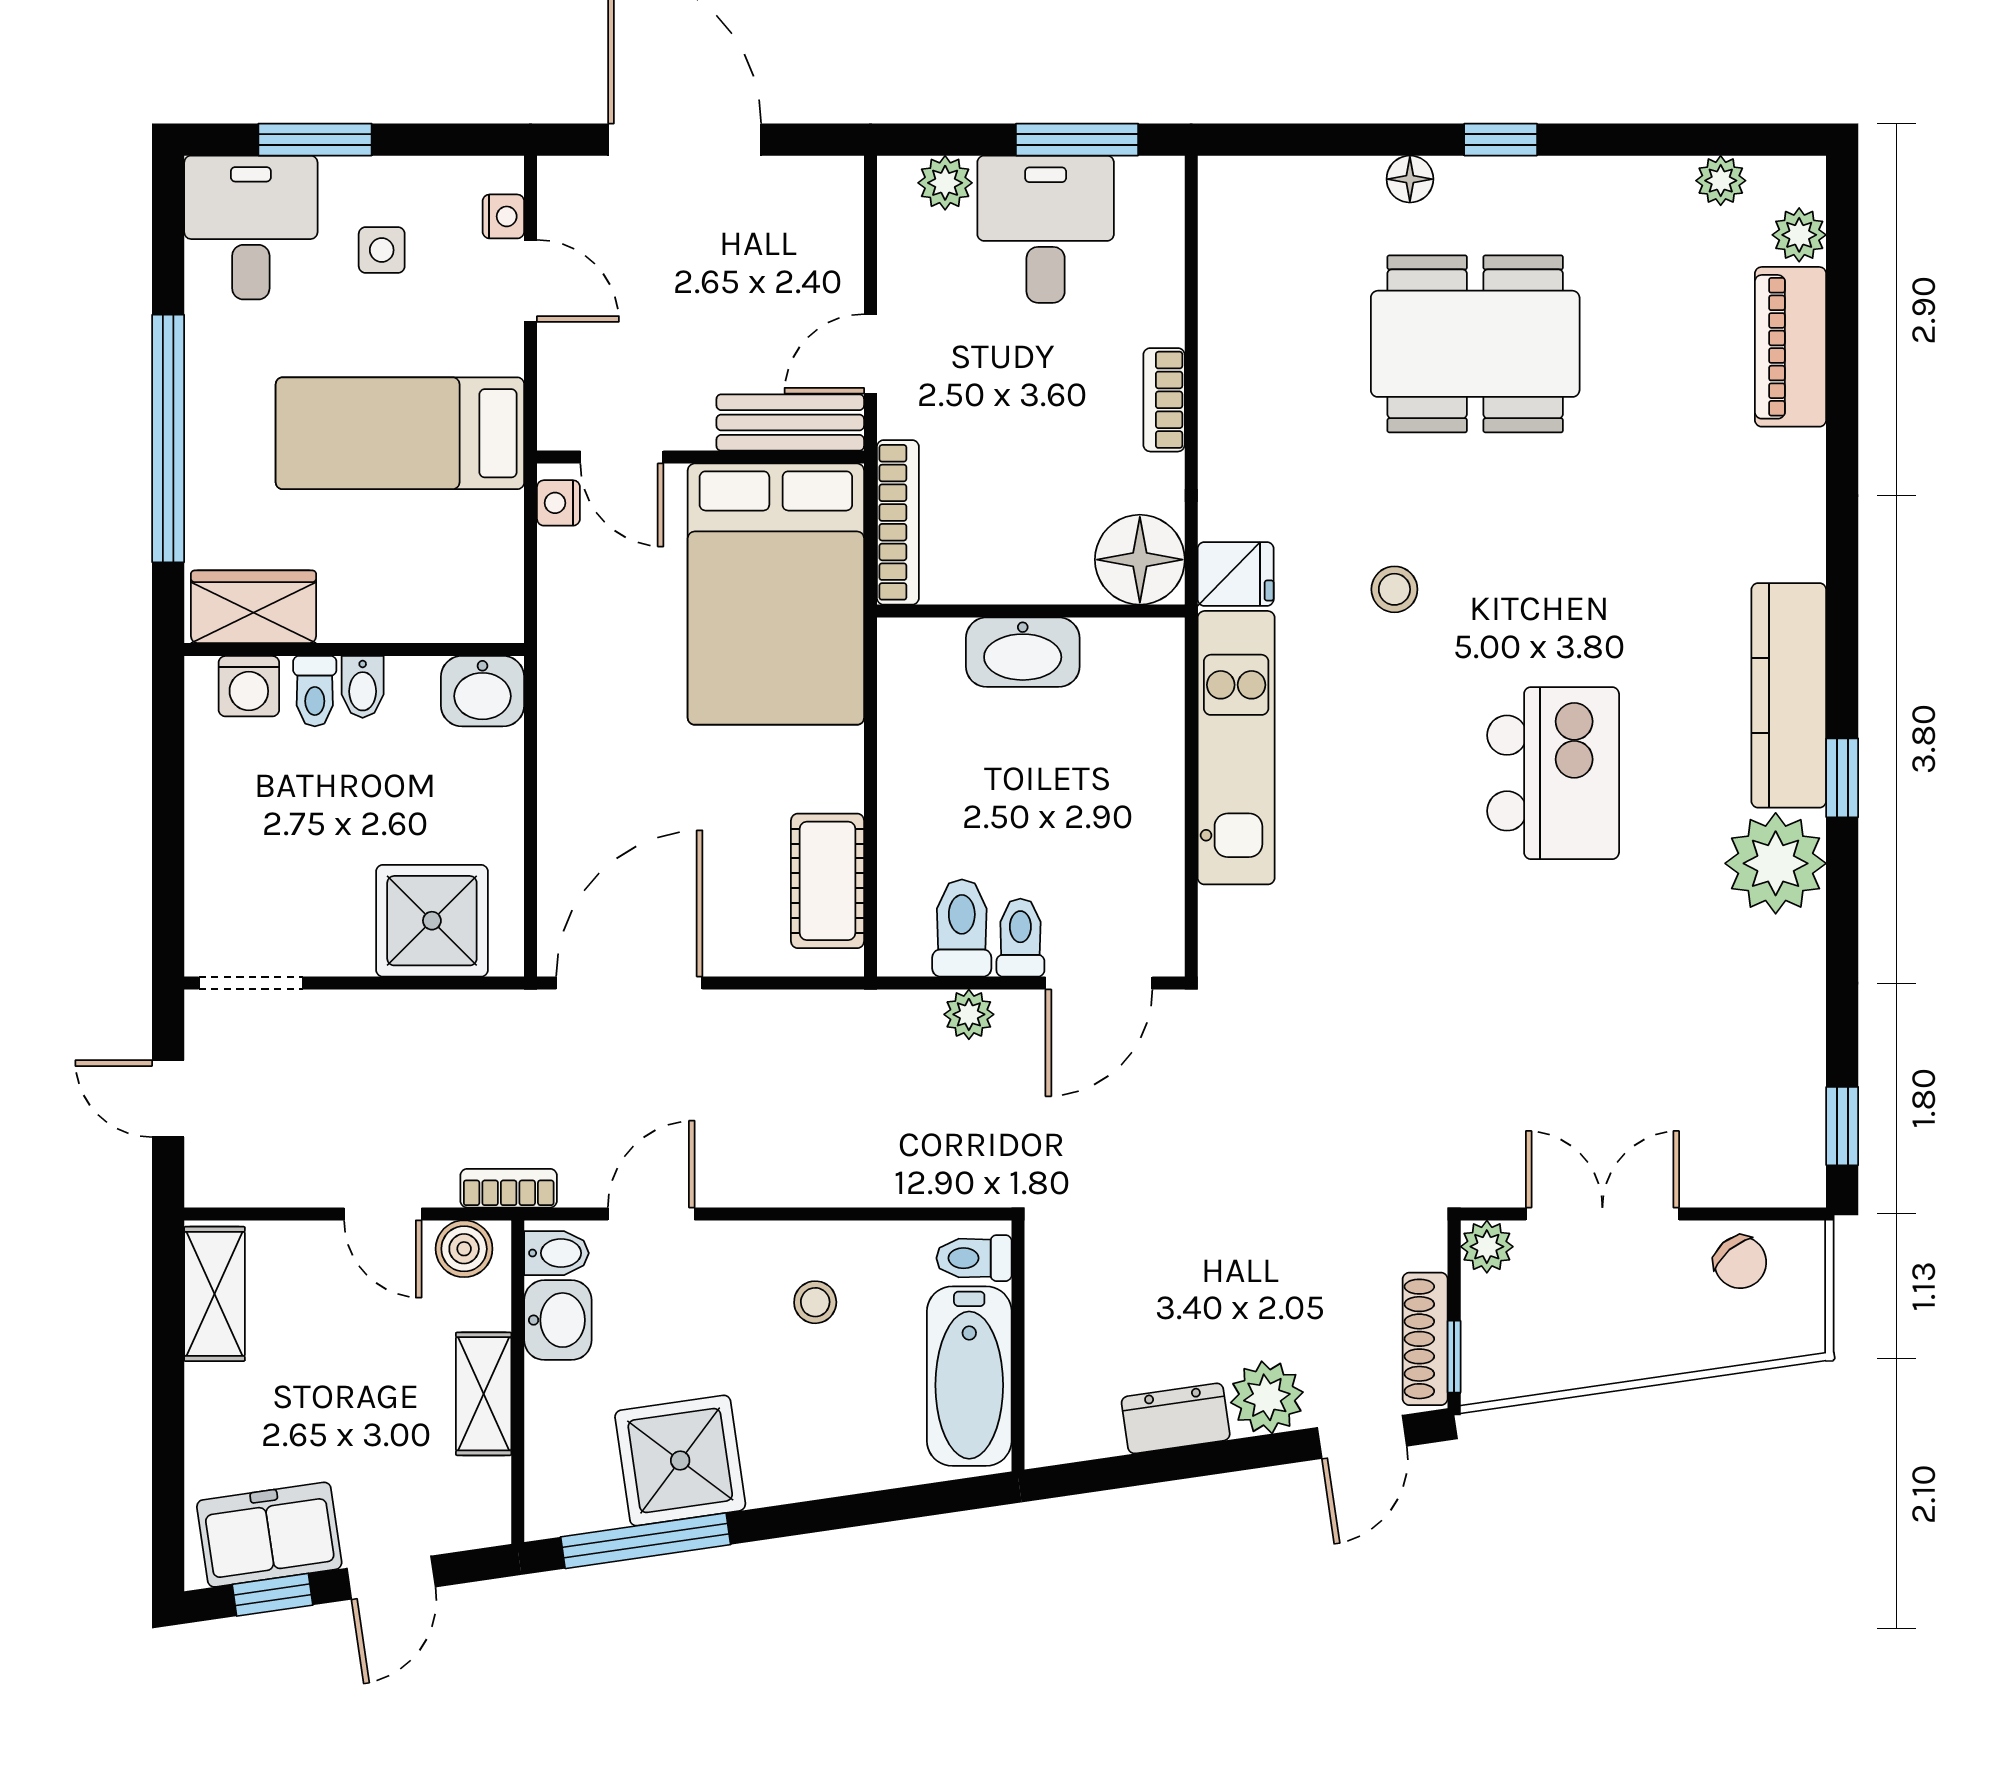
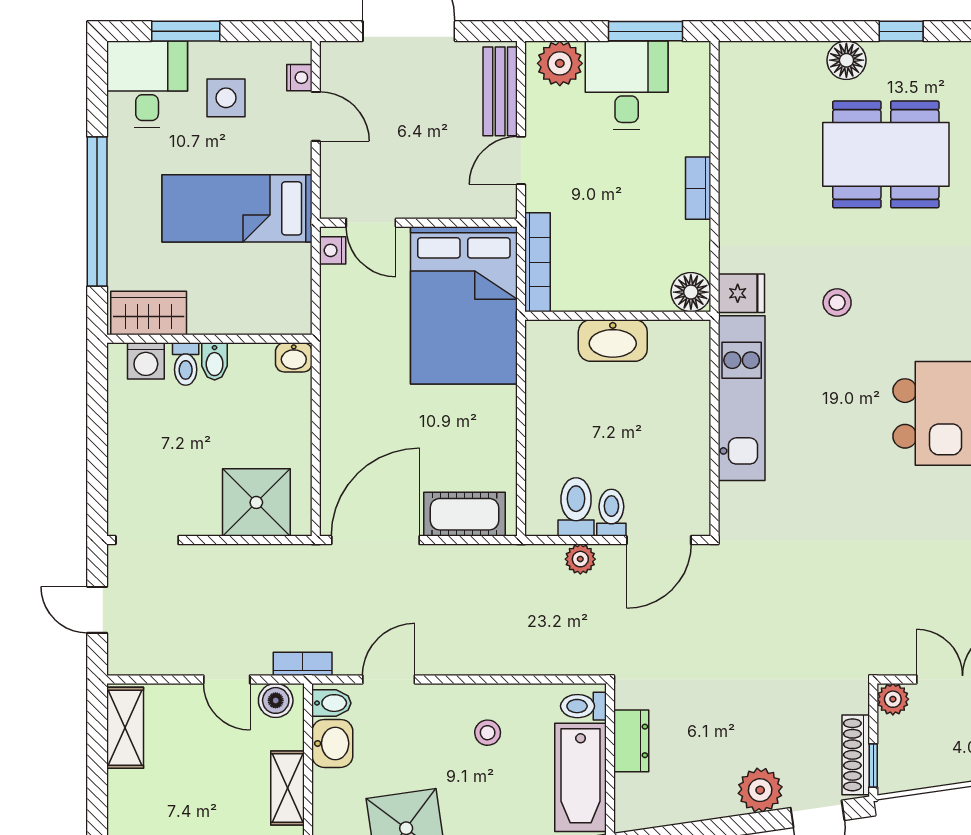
floor lamp: (1410, 179) -> (846, 60), width x1.37, depth x1.37
plant: (945, 183) -> (560, 63), width x1.38, depth x1.38
side table: (382, 250) -> (226, 98), width x1.37, depth x1.37
bench: (790, 422) -> (500, 91), moved, turned 90
floor lamp: (1140, 560) -> (691, 292), width x0.73, depth x0.73
washbasin: (482, 691) -> (294, 357), width x0.72, depth x0.69
cot: (828, 881) -> (464, 514), moved, turned 90
dresser: (1176, 1418) -> (631, 741), moved, turned 98

